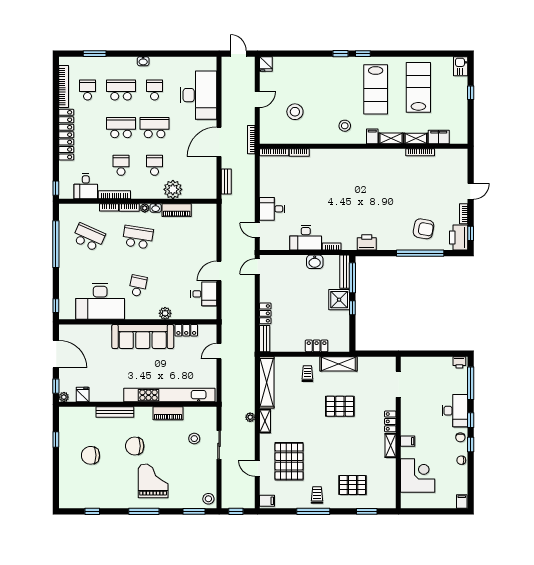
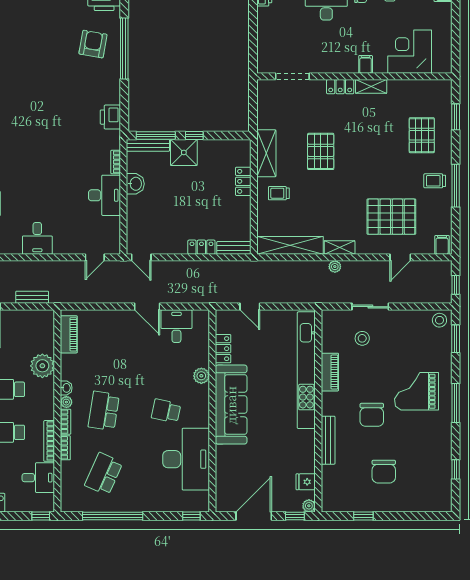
desk: (272, 209) -> (37, 238), moved
piano: (177, 210) -> (69, 334), moved

